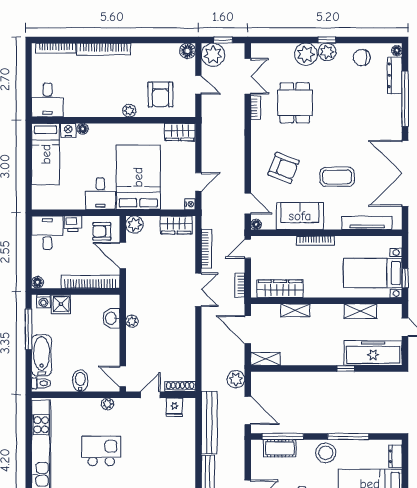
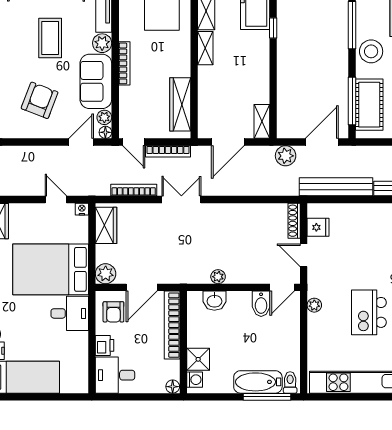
plant: (333, 222) -> (102, 43), added
plant: (269, 223) -> (104, 117), added
bookcase: (240, 285) -> (168, 151), width x1.56
shelving: (295, 310) -> (205, 48), moved
window: (29, 329) -> (267, 397), moved
bidet: (80, 381) -> (261, 304), moved, turned -90
cot: (280, 448) -> (369, 105), width x1.37, depth x1.34

